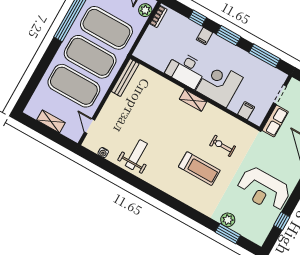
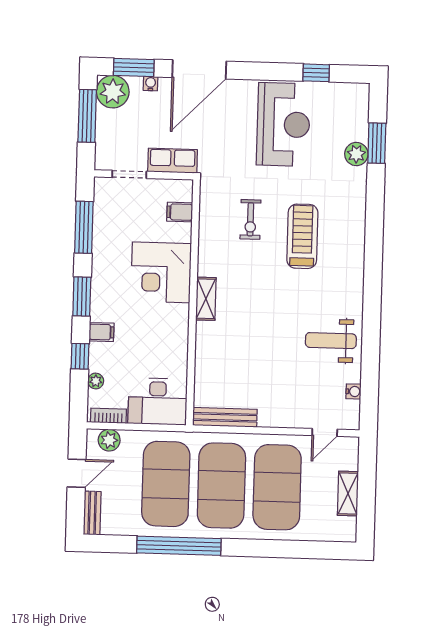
plant: (180, 19) -> (96, 381), added
desk: (186, 70) -> (158, 401), moved, turned 90

